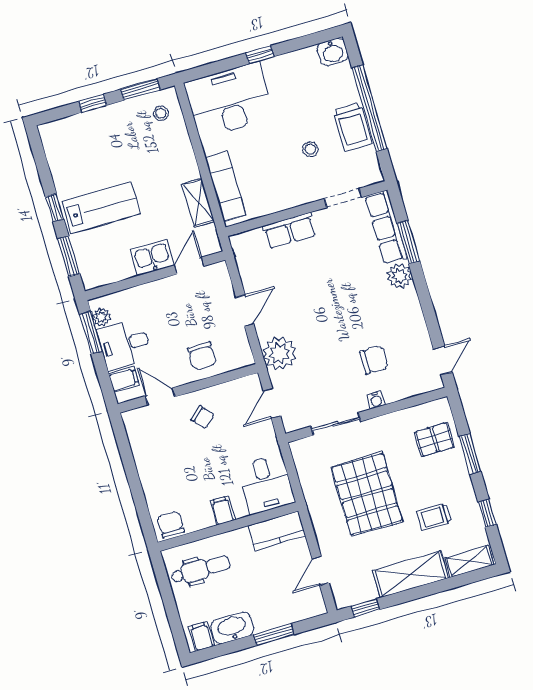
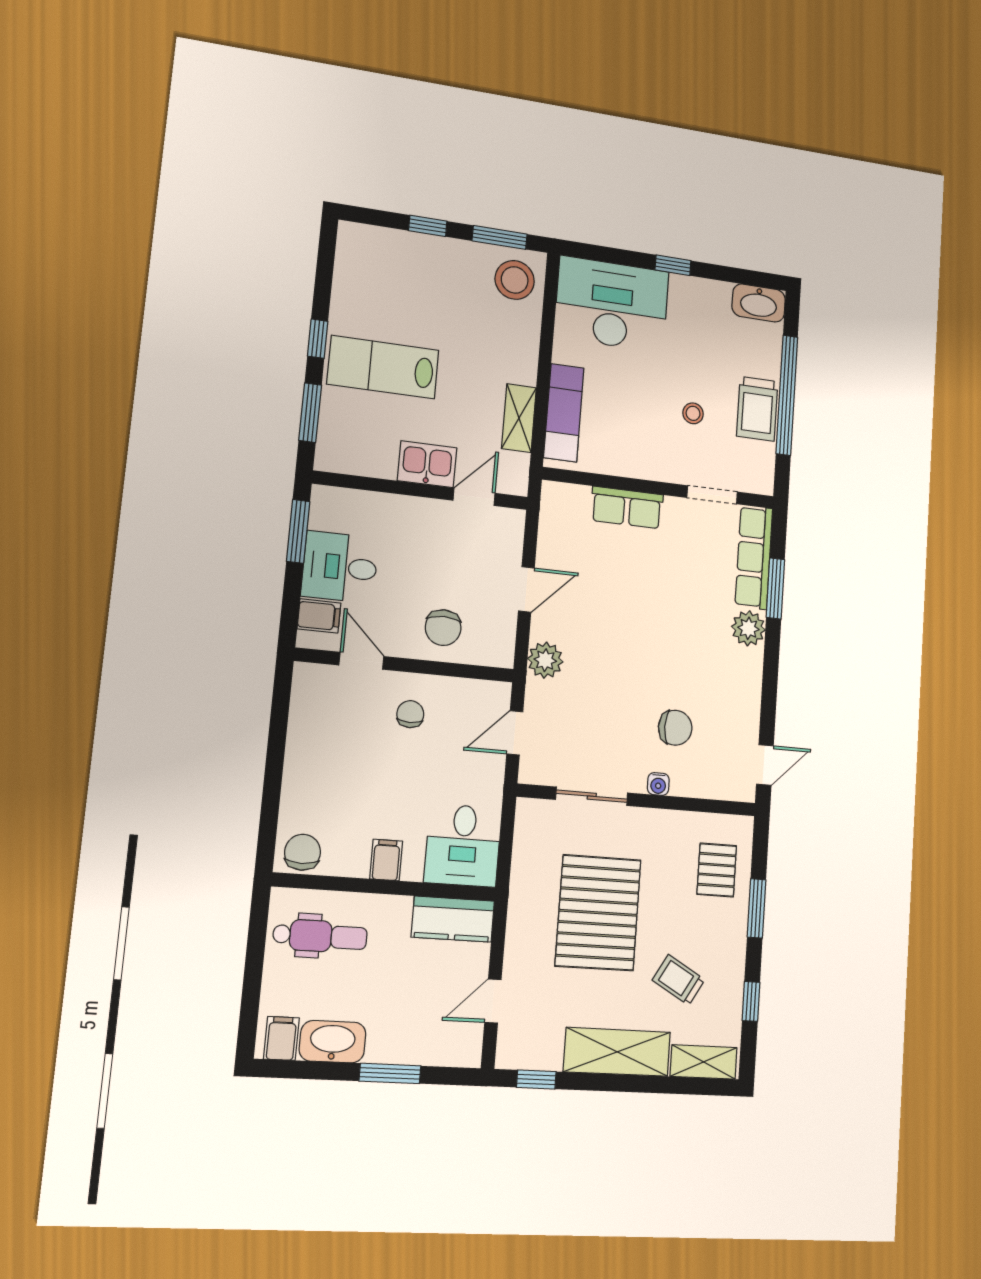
washbasin: (333, 52) -> (759, 303), width x1.38
stool: (161, 113) -> (515, 280), width x1.89, depth x1.89
lab bench: (101, 208) -> (383, 367), turned 180
plant: (101, 317) -> (322, 516), removed
plant: (279, 353) -> (545, 660), width x0.73, depth x0.73
chair: (203, 417) -> (410, 714), turned -138
pallet: (435, 439) -> (717, 870), turned 90
trolley: (434, 517) -> (679, 980), turned 30

